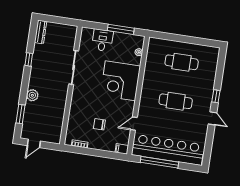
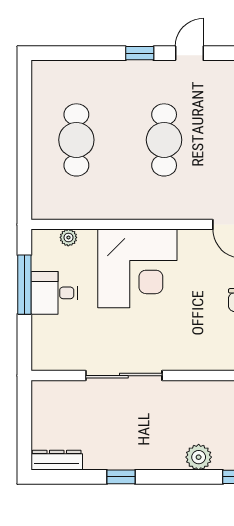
desk: (102, 40) -> (54, 293), moved

